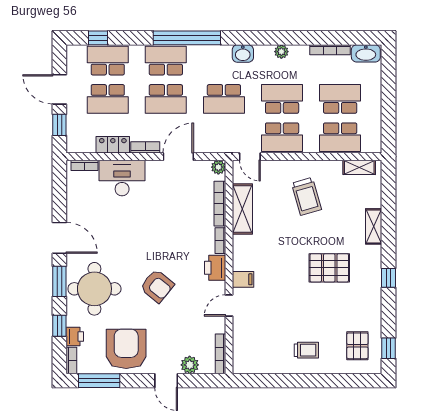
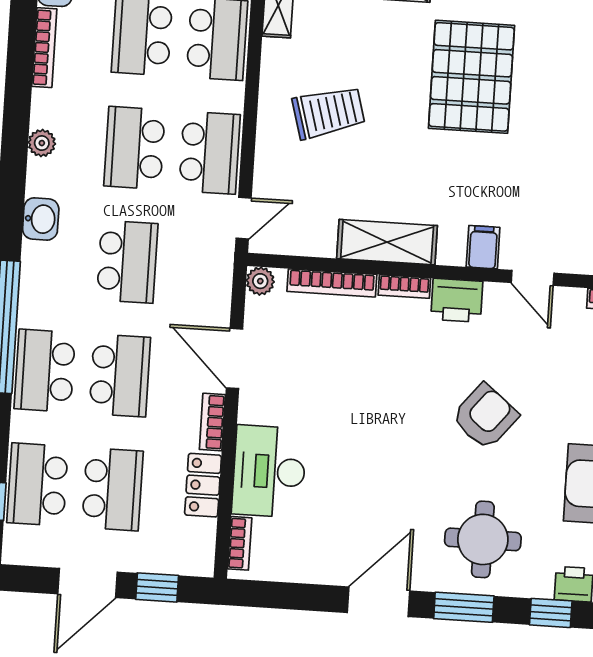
shelving: (242, 209) -> (387, 242), moved
pallet: (329, 268) -> (472, 77), width x1.37, depth x1.41
round table: (94, 289) -> (483, 539), width x0.73, depth x0.73

